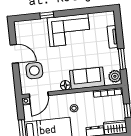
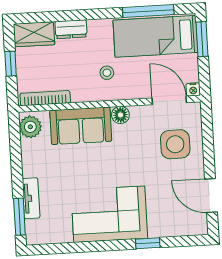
door: (14, 54) -> (211, 196), moved
window: (122, 59) -> (19, 217), moved
door: (39, 95) -> (169, 100), hinge flipped

